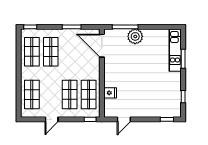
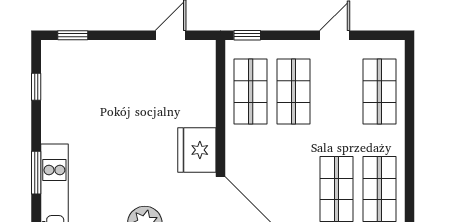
fridge: (110, 93) -> (197, 150), moved, width x1.88, depth x1.34

